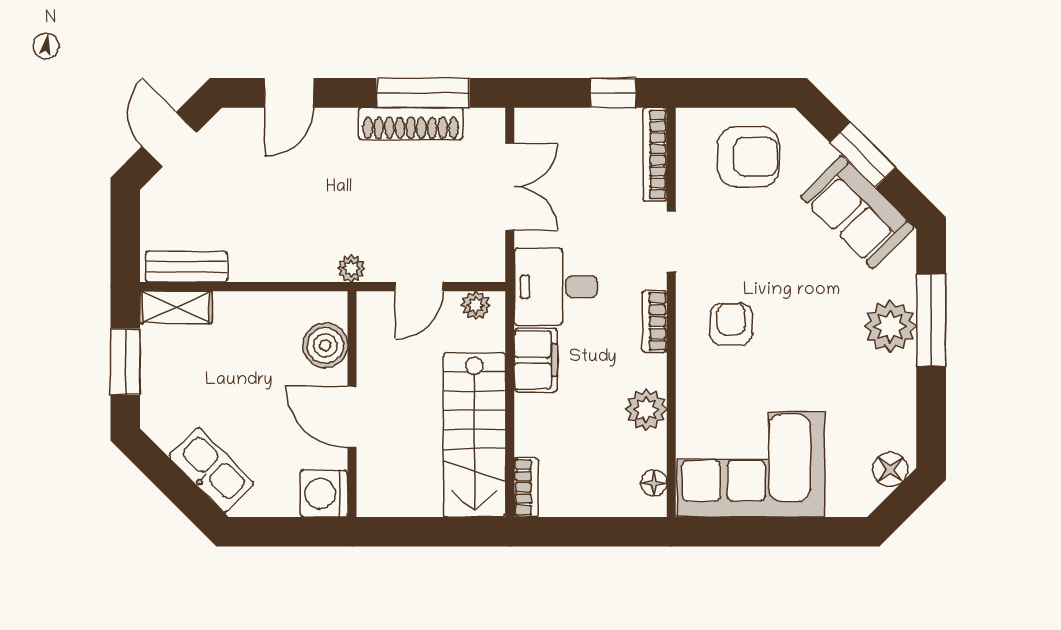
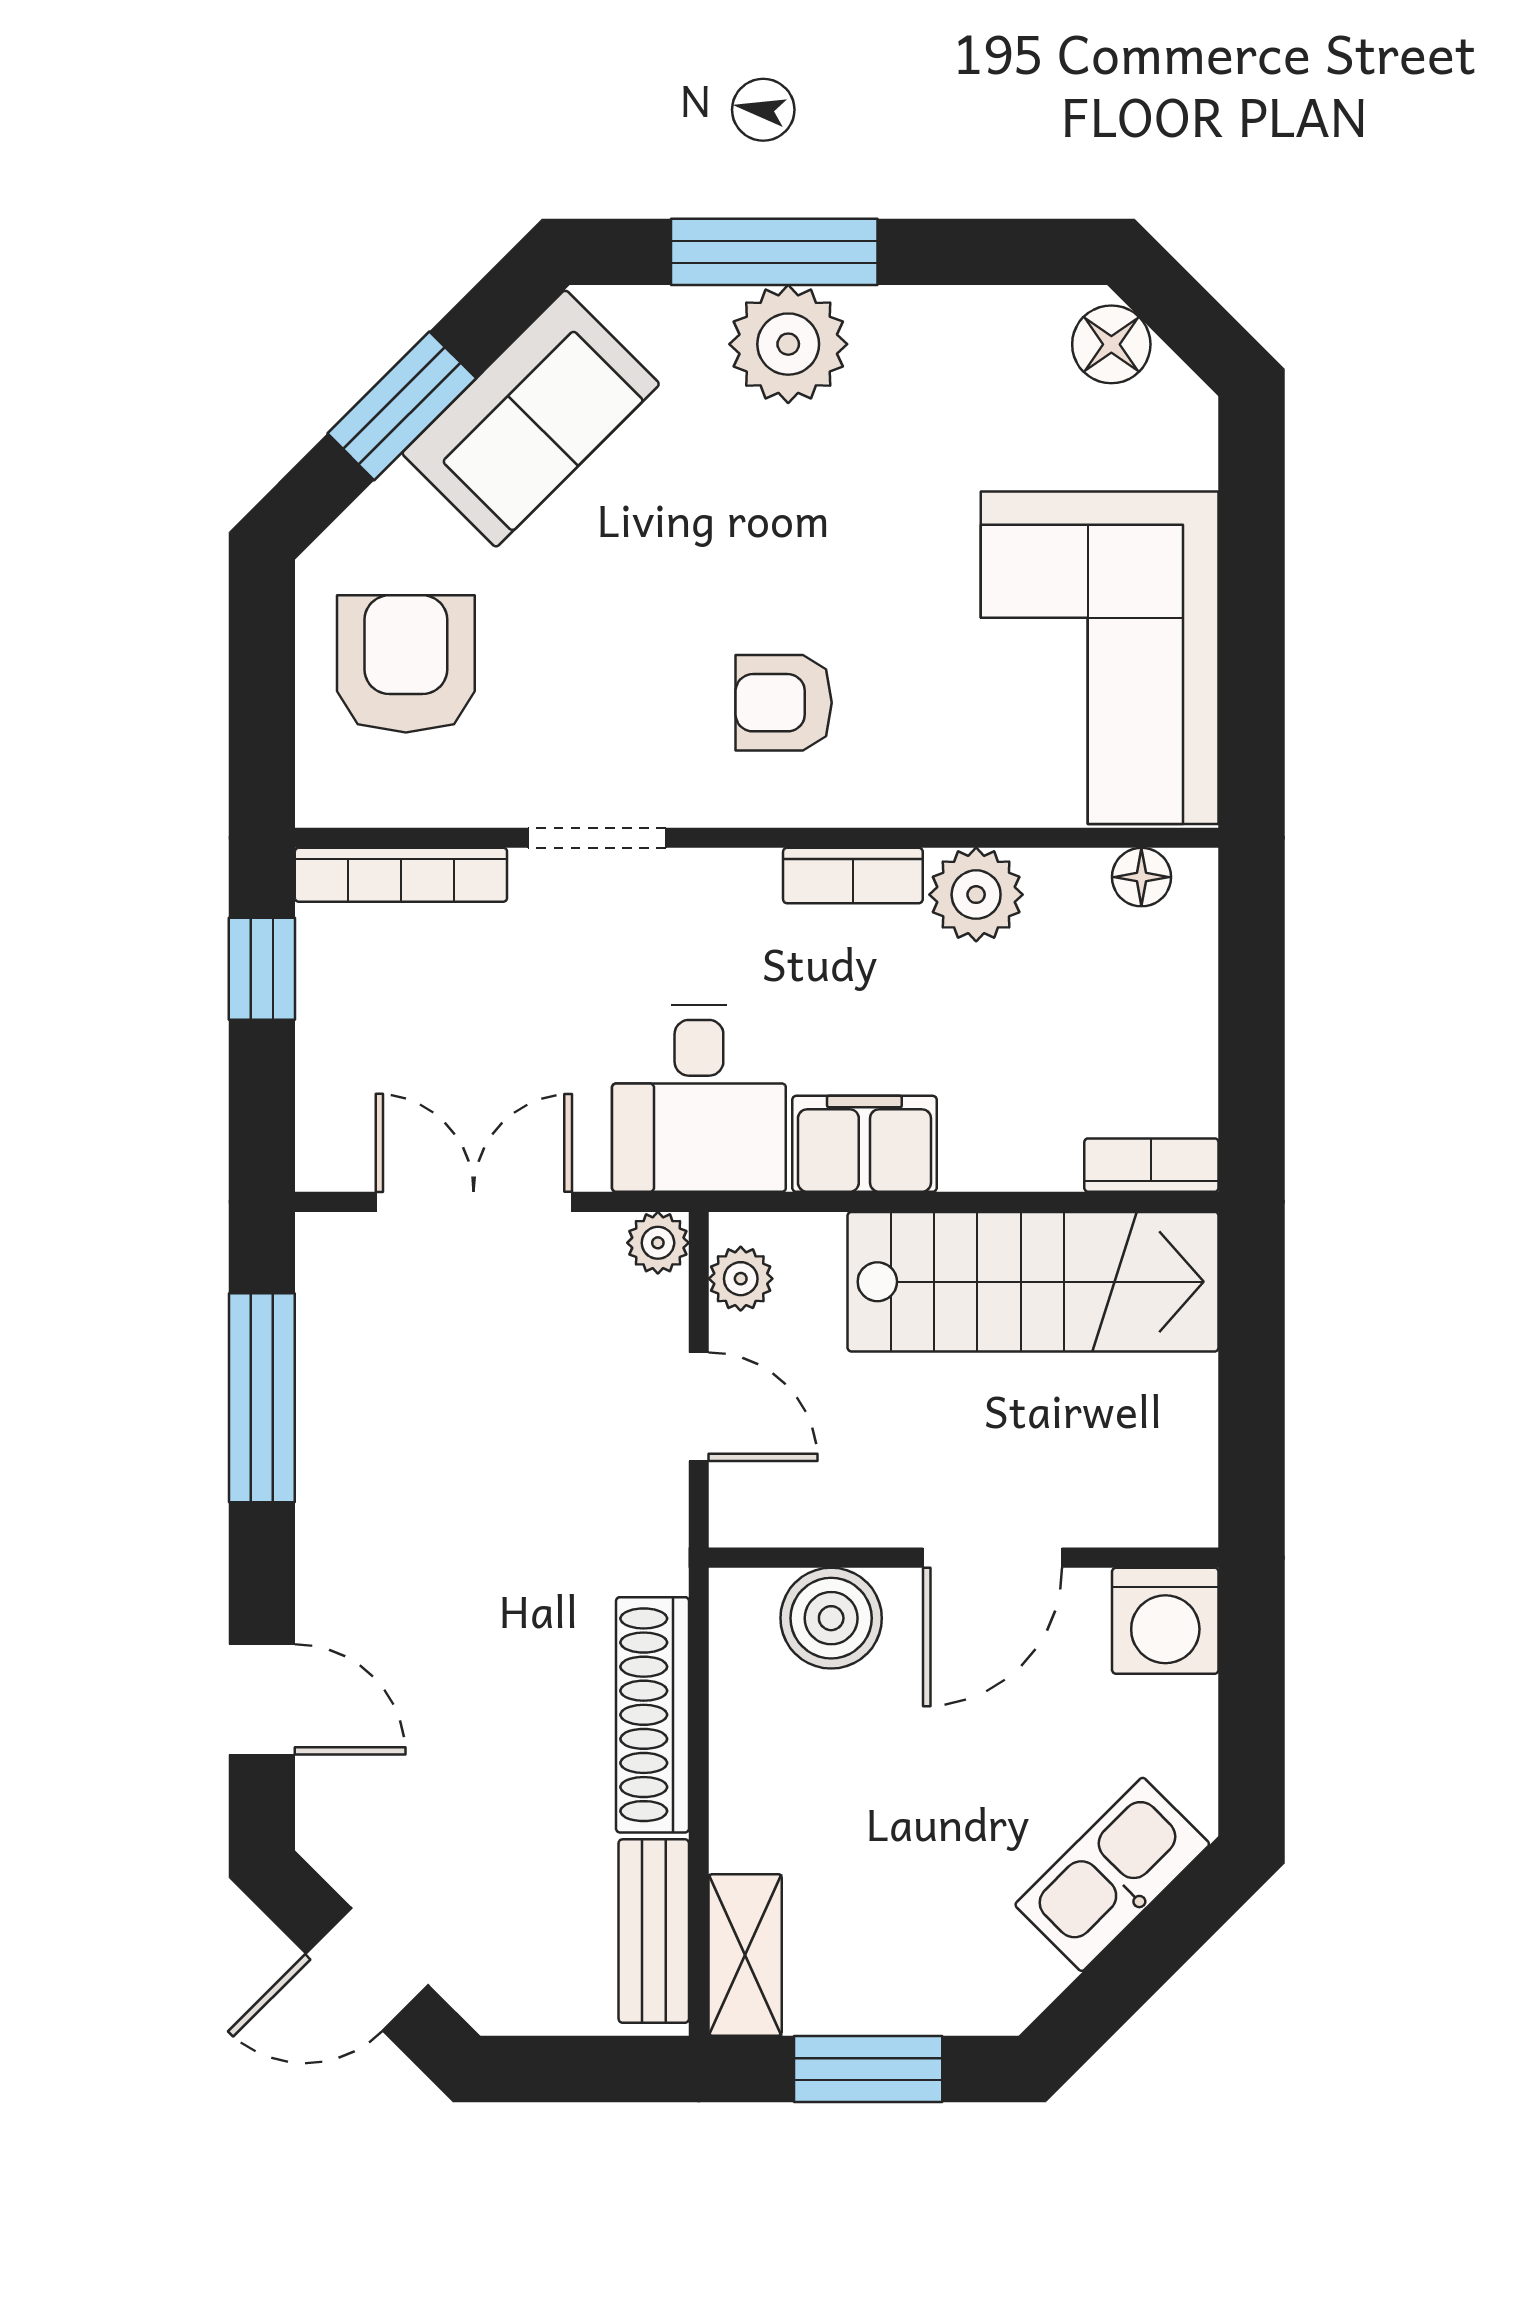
shoe rack: (411, 124) -> (652, 1715), moved, turned 180
plant: (351, 269) -> (658, 1243), moved
bookcase: (655, 322) -> (853, 876), moved

